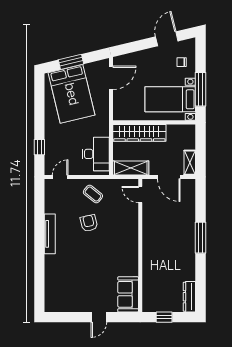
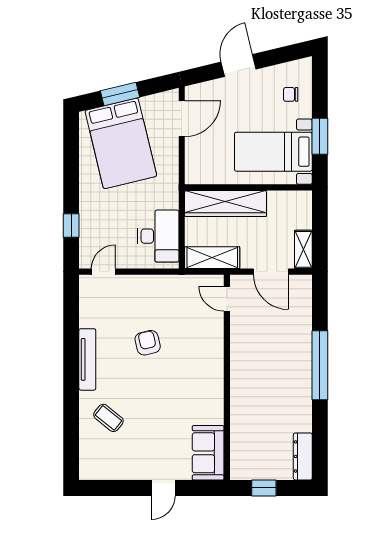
door: (167, 39) -> (238, 66), moved
window: (200, 89) -> (320, 136), width x0.69
coffee table: (93, 194) -> (108, 418), moved
window: (200, 238) -> (320, 365), width x1.46

